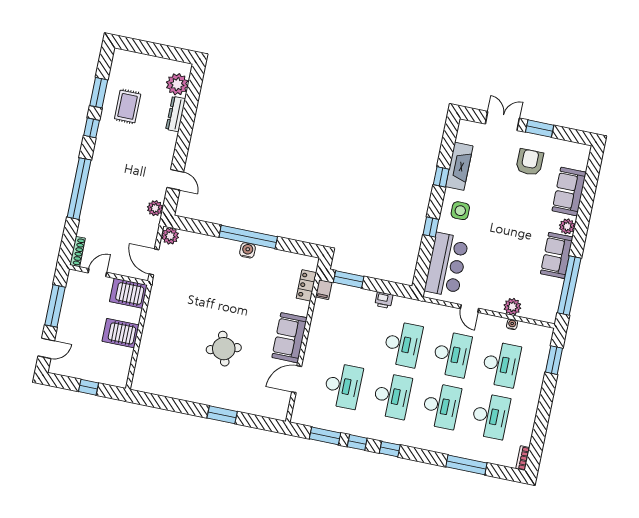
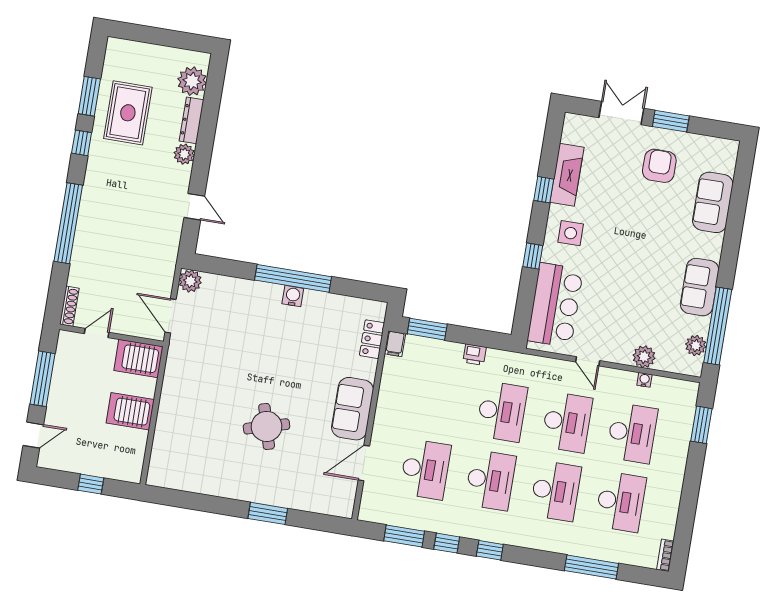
rug: (128, 106) -> (128, 113), width x1.36, depth x1.43
plant: (155, 208) -> (184, 154), moved
plant: (567, 226) -> (696, 345), moved

